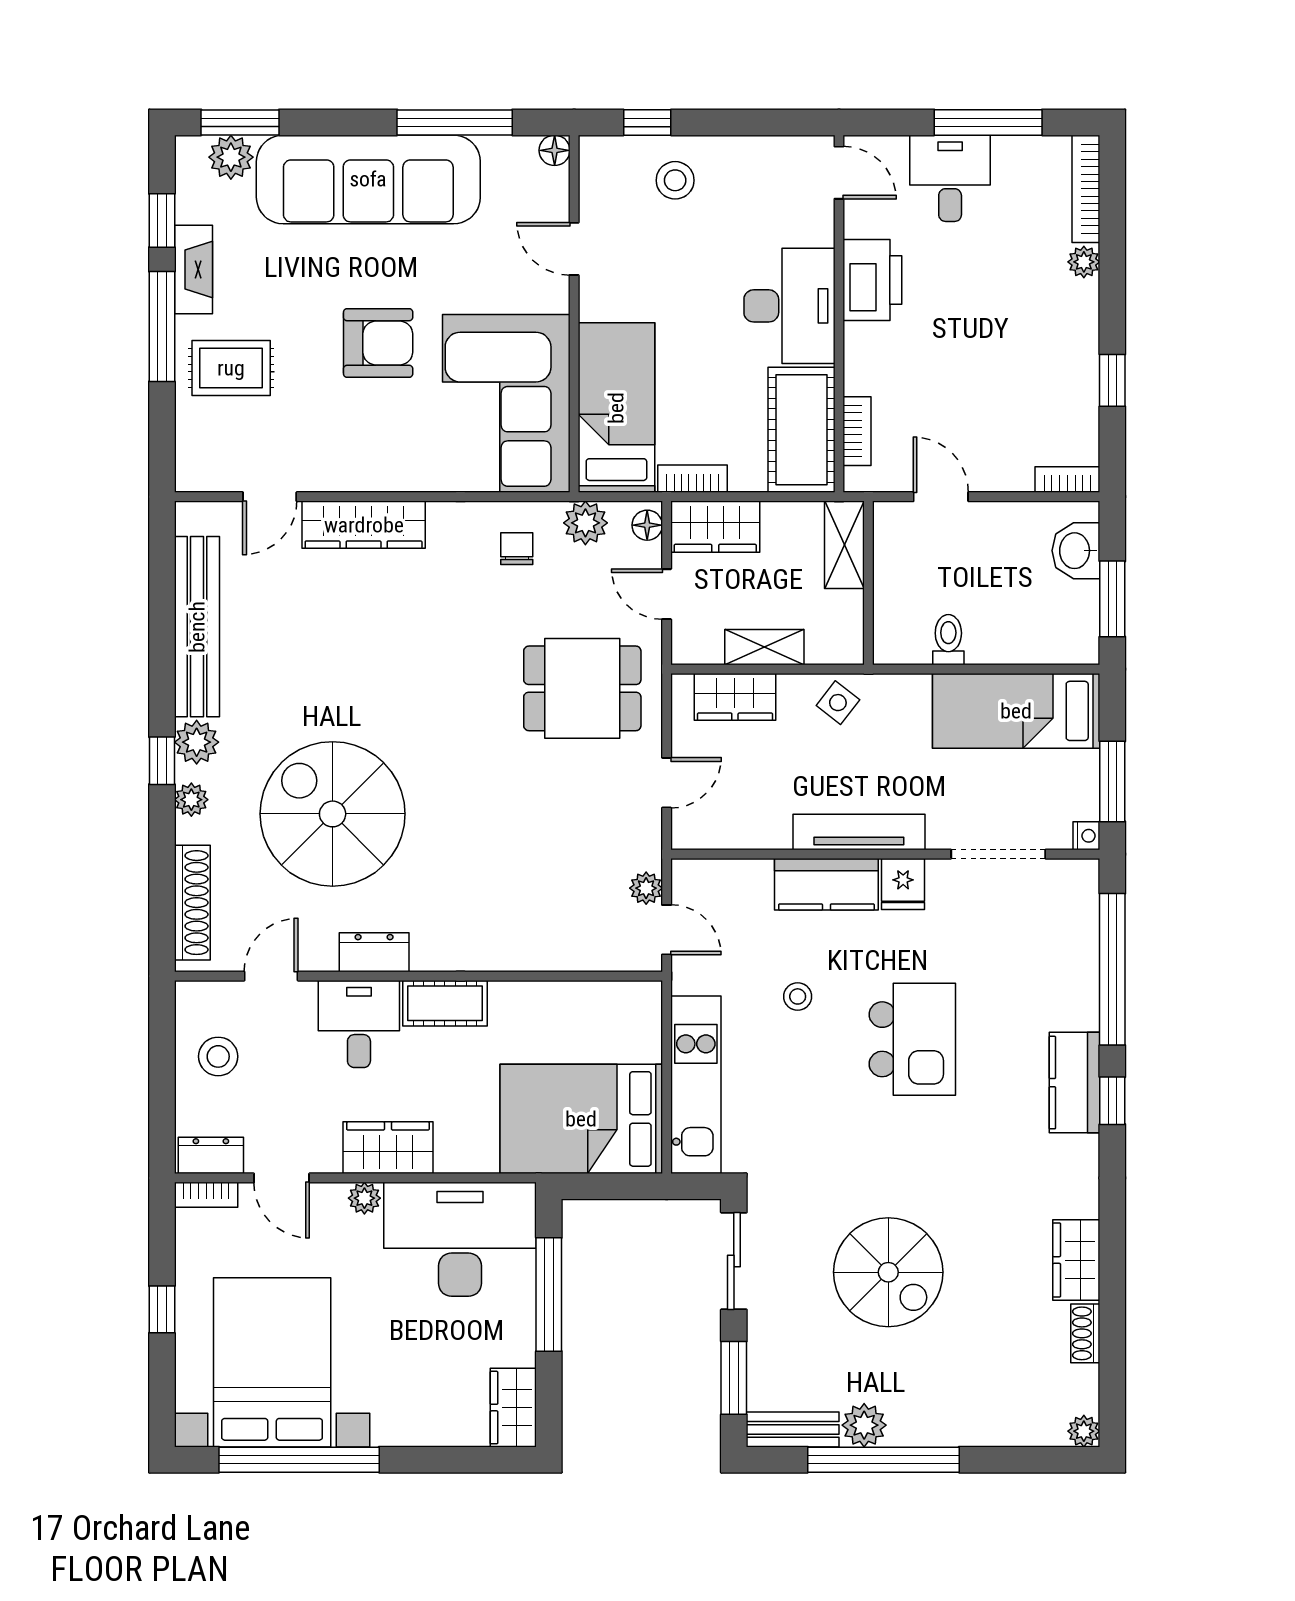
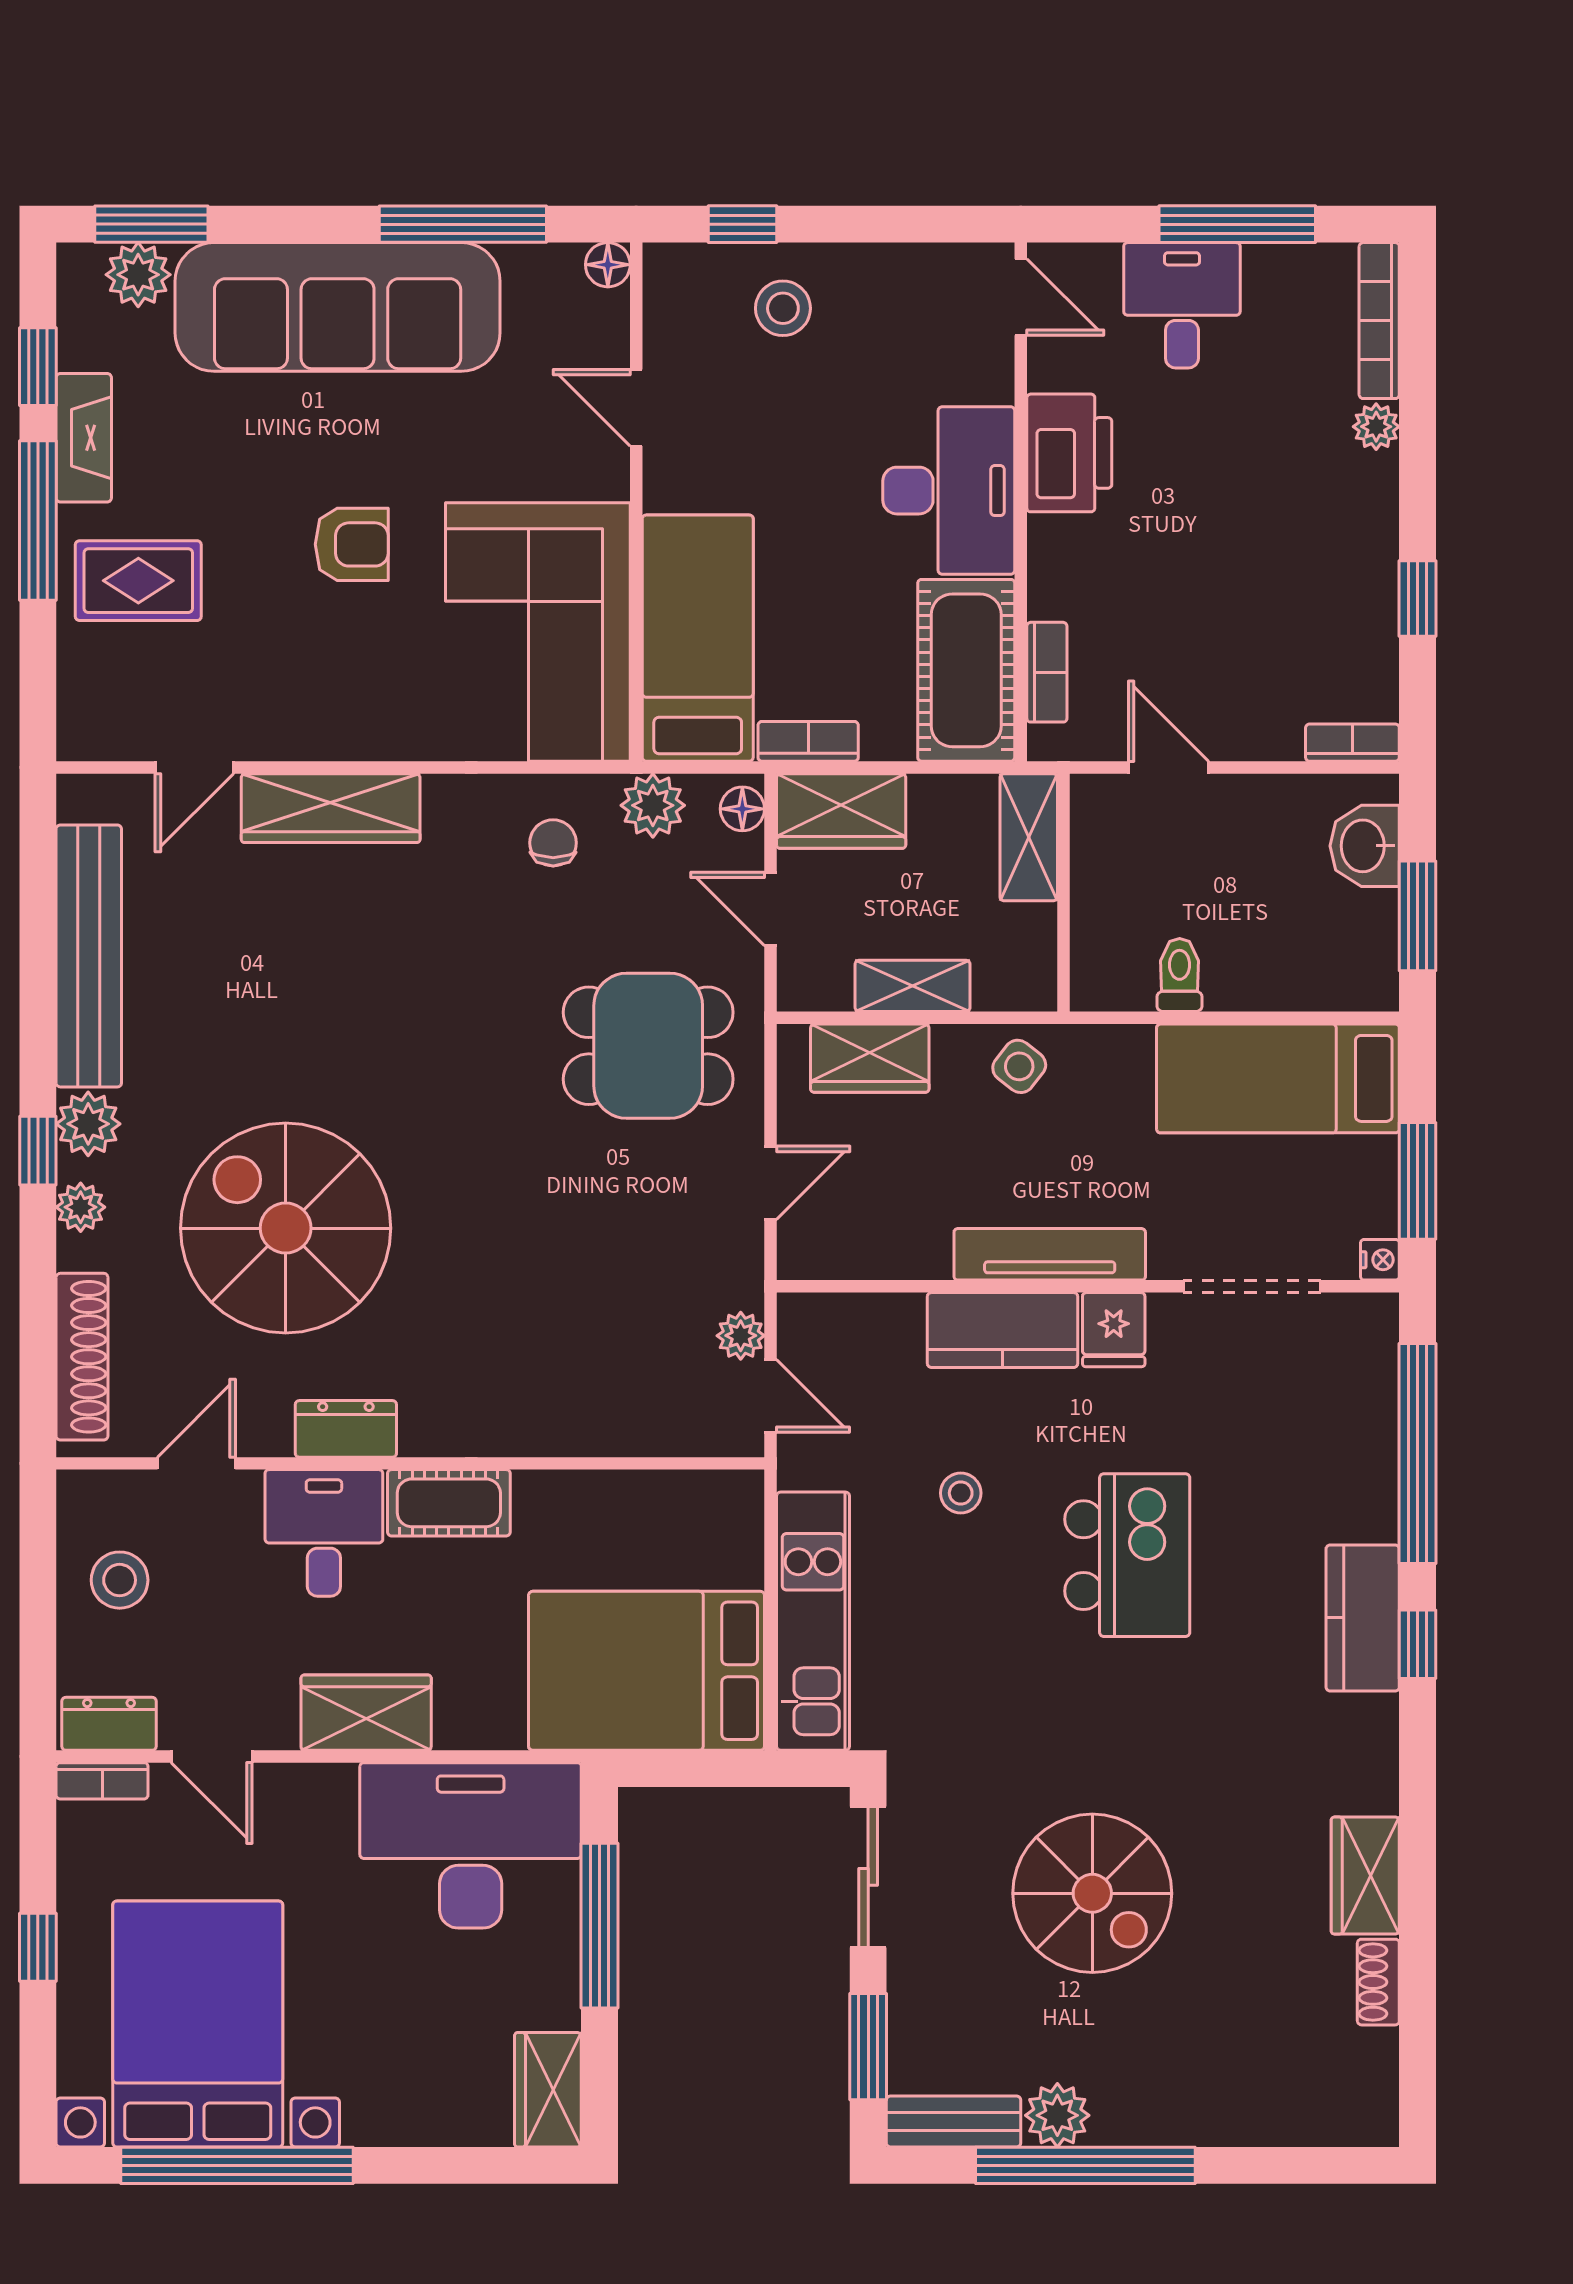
armchair: (378, 343) -> (352, 544), width x0.72, depth x0.72
plant: (364, 1198) -> (332, 1786), removed
plant: (1084, 1431) -> (1376, 2124), removed

